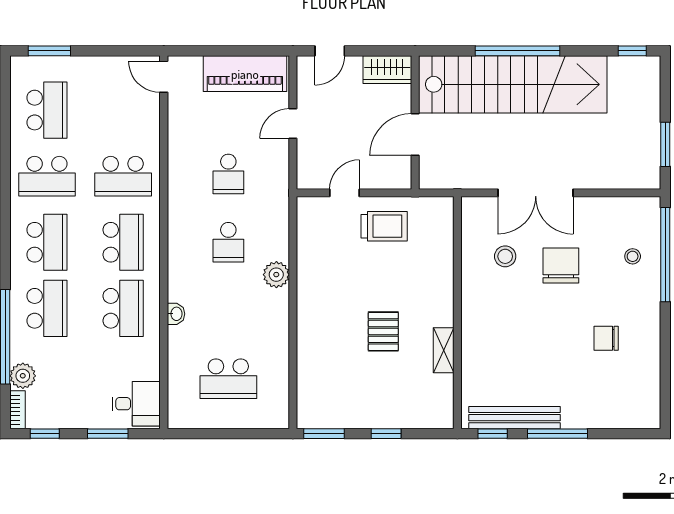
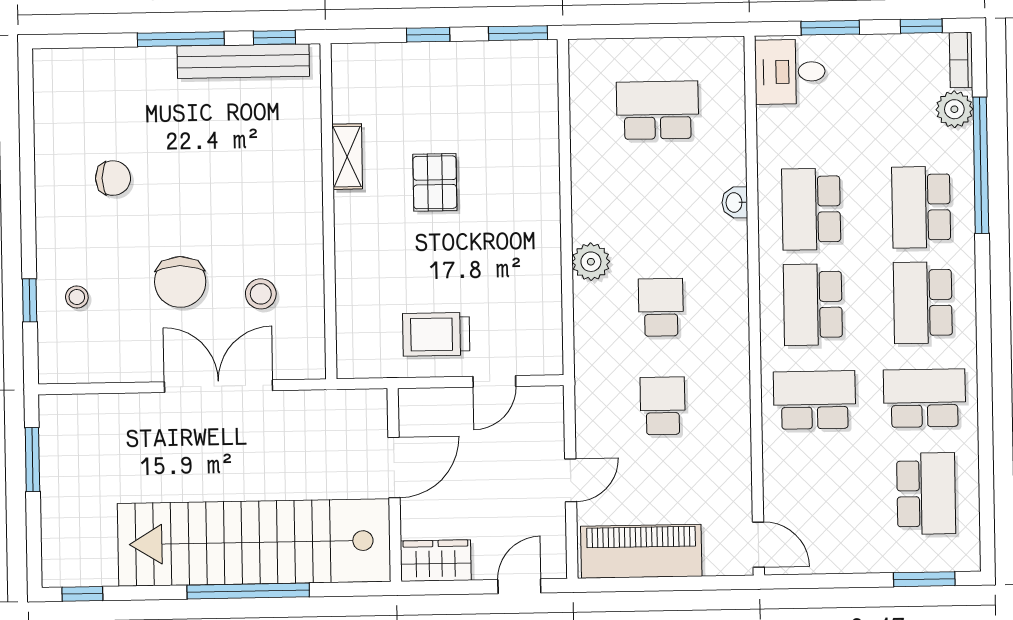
school desk: (47, 110) -> (926, 494), turned 180
window: (665, 255) -> (30, 300), width x0.32

